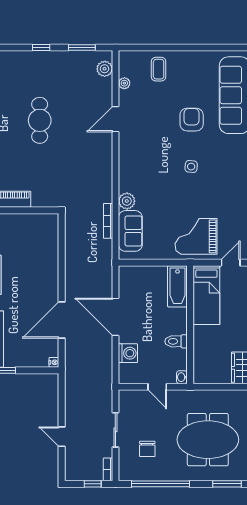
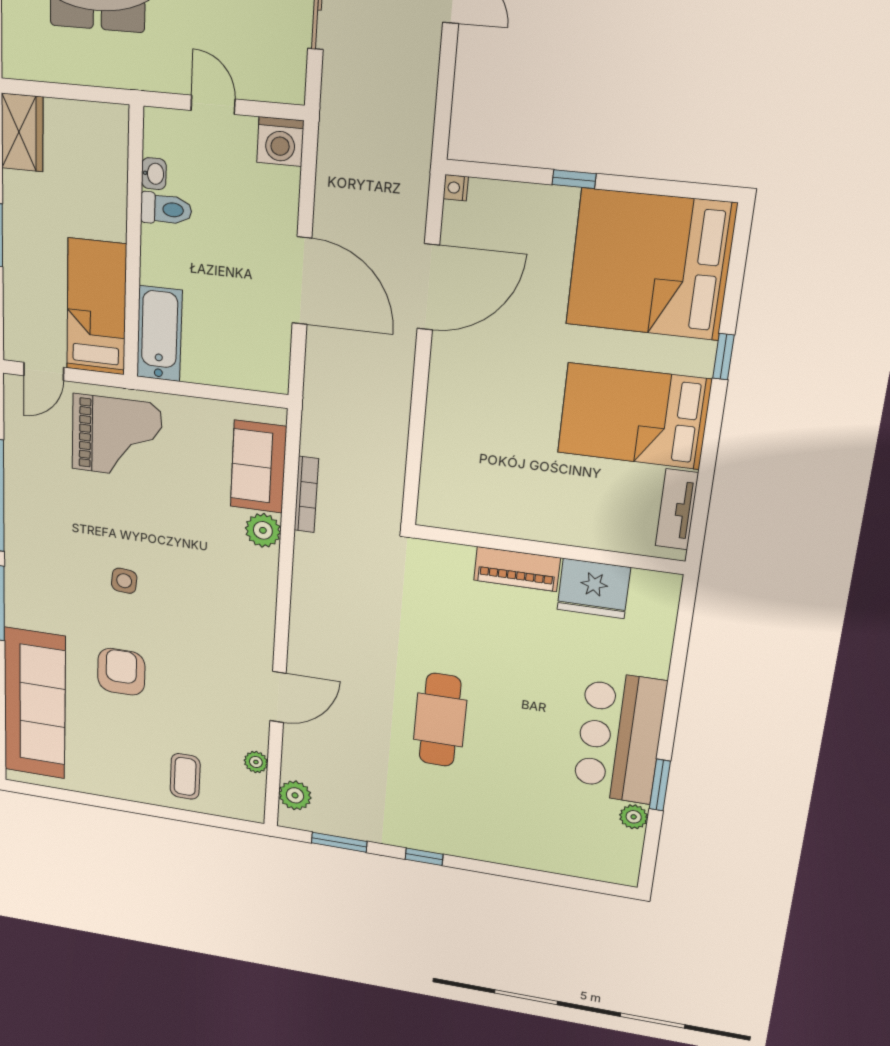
armchair: (192, 120) -> (121, 672), turned 180
washing machine: (128, 353) -> (280, 142), moved, turned -90
washbasin: (182, 377) -> (154, 174), moved

